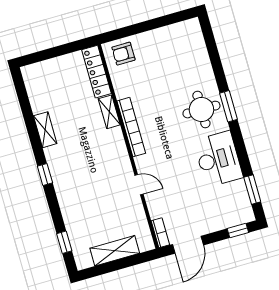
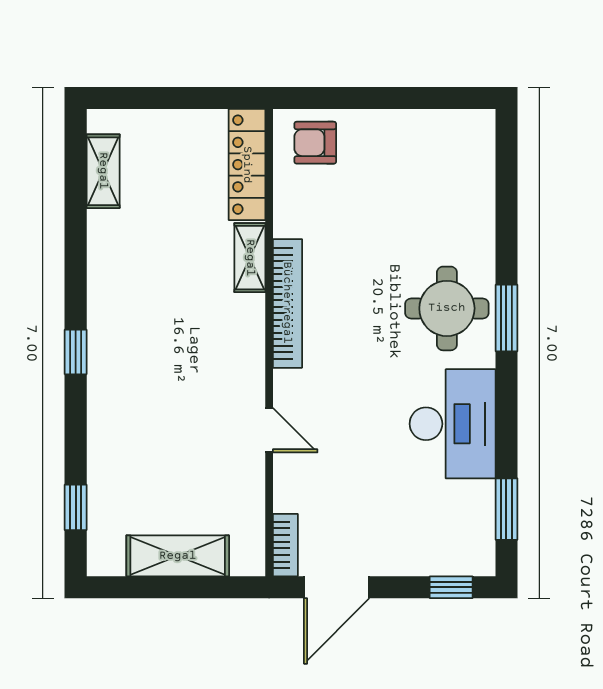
shelving: (45, 130) -> (103, 171), moved

